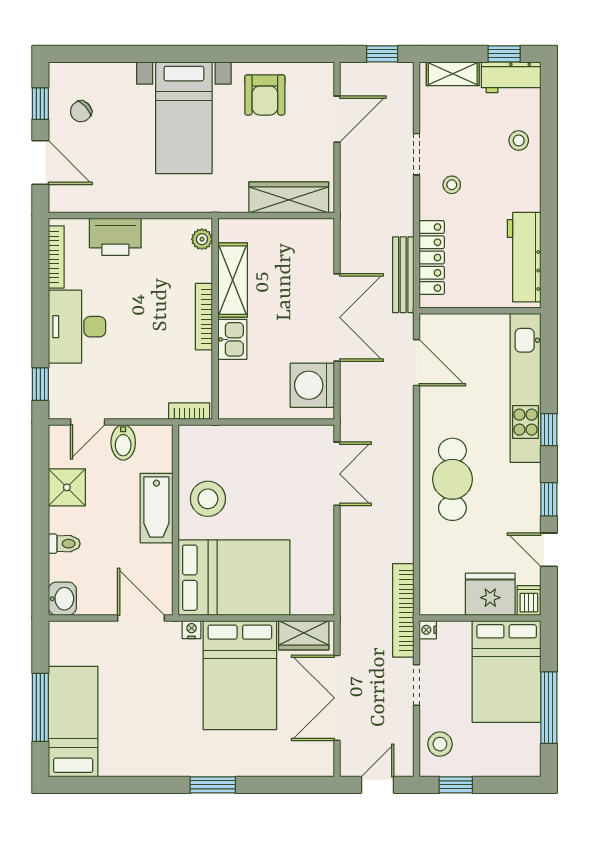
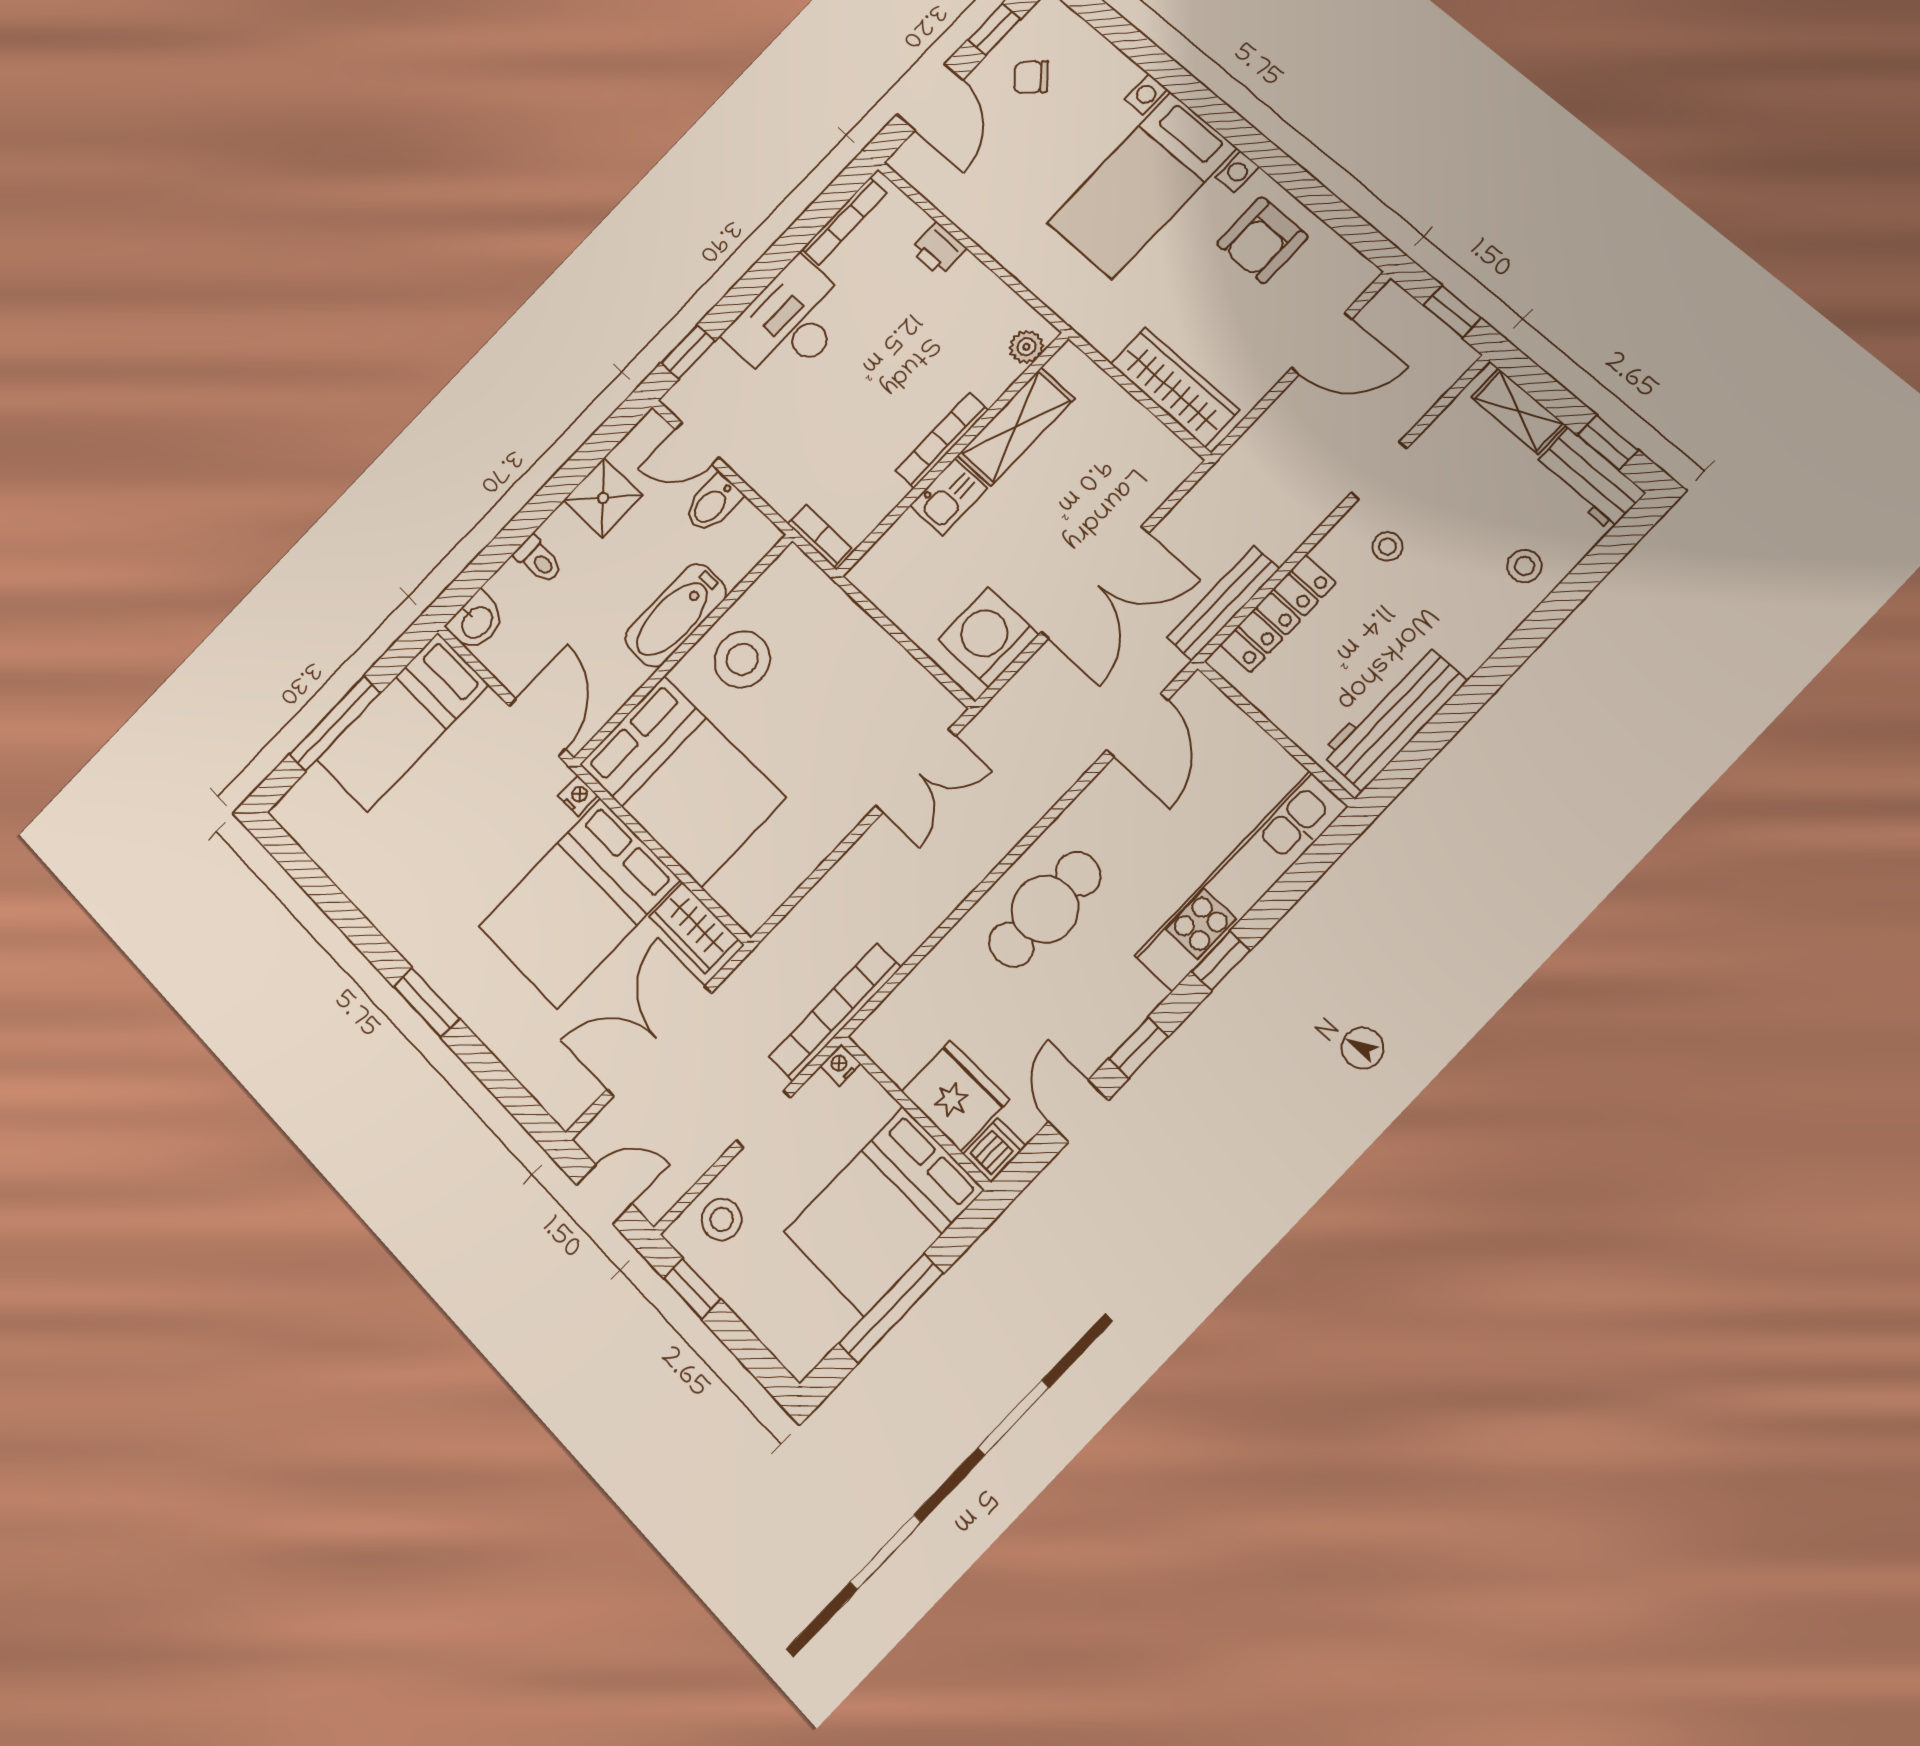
printer: (115, 237) -> (938, 249), width x0.53, depth x0.68
bed: (73, 722) -> (403, 722), moved, turned 180

